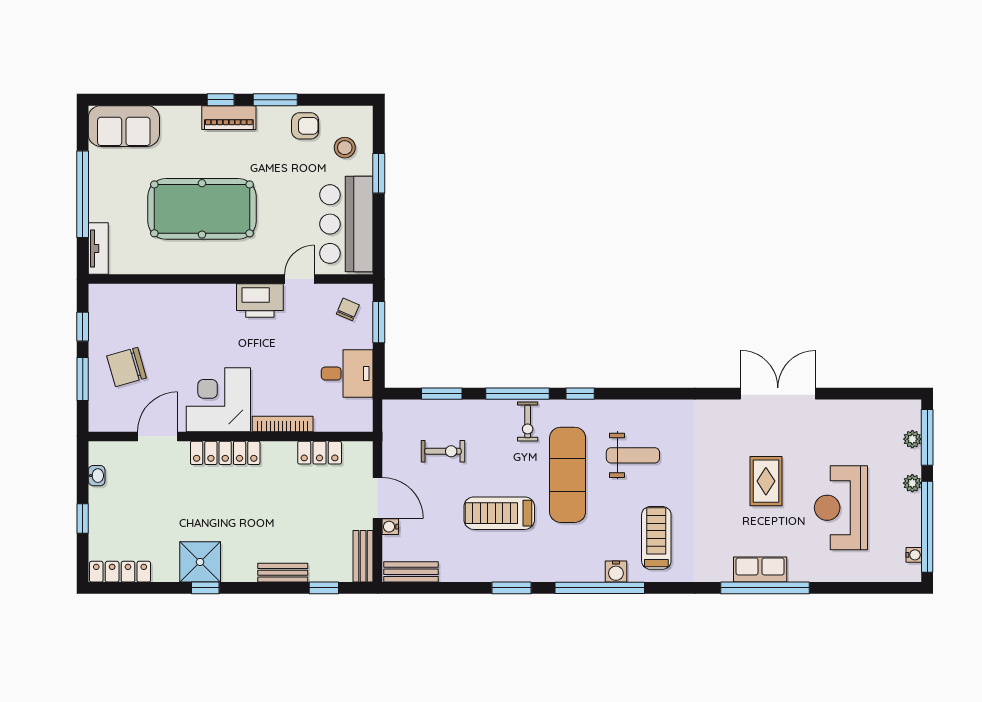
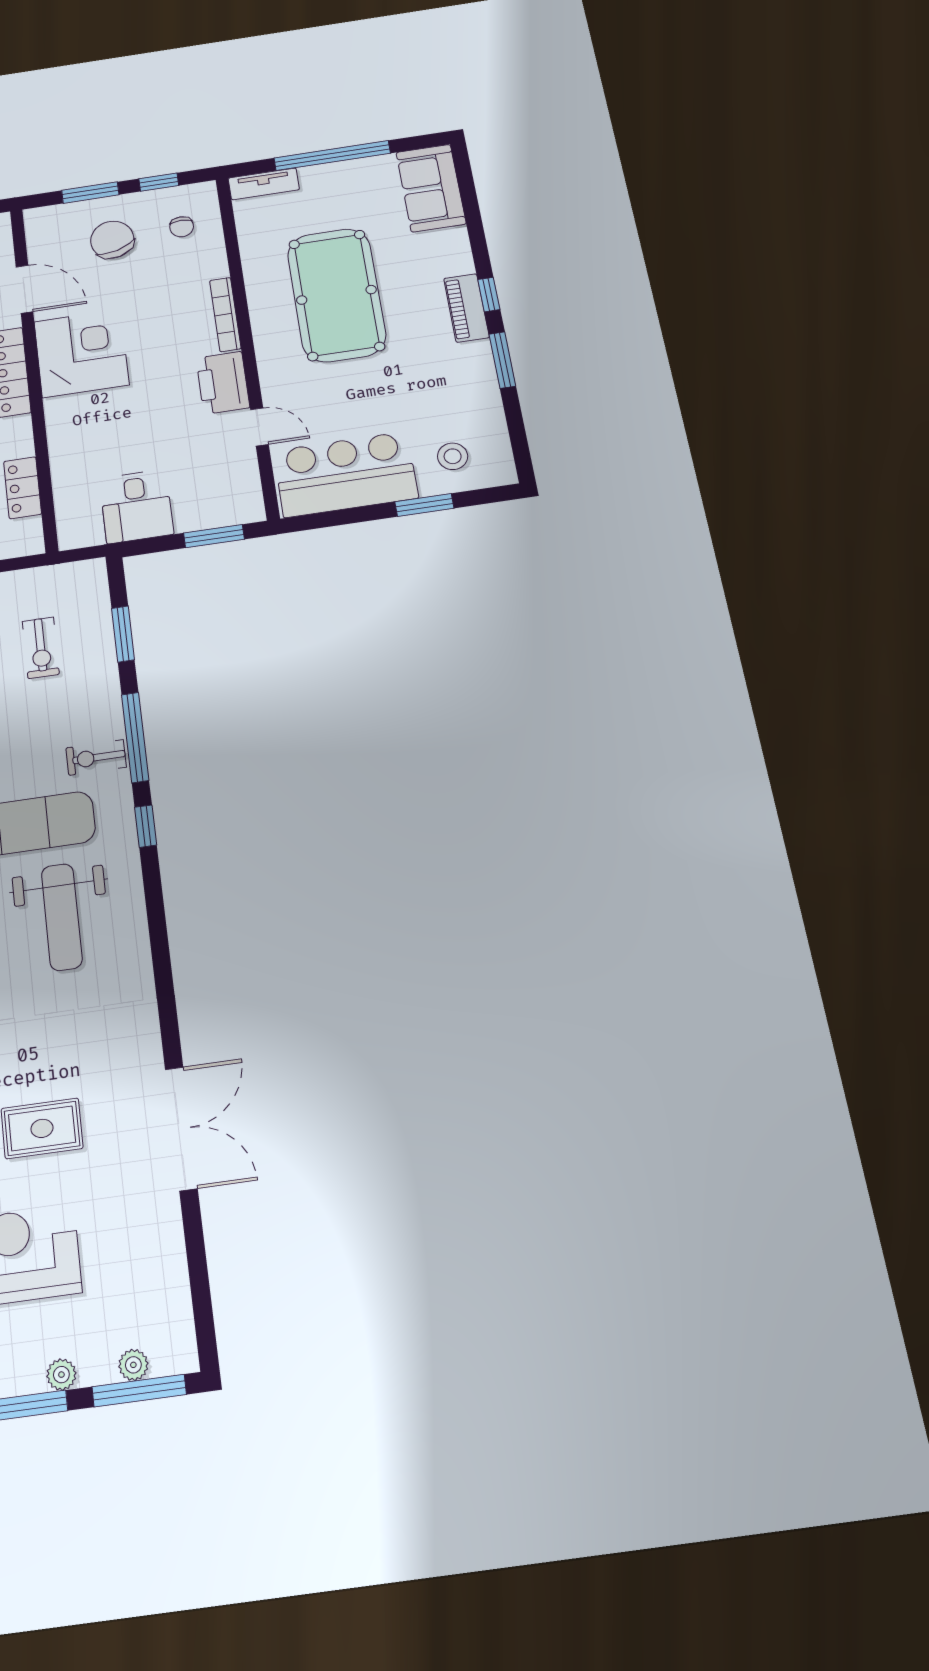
armchair: (305, 126) -> (473, 402), removed
chair: (348, 309) -> (182, 227), moved, turned 67
bookcase: (283, 424) -> (225, 314), moved, turned 180
weight bench: (633, 455) -> (62, 917), width x1.36, depth x1.33

